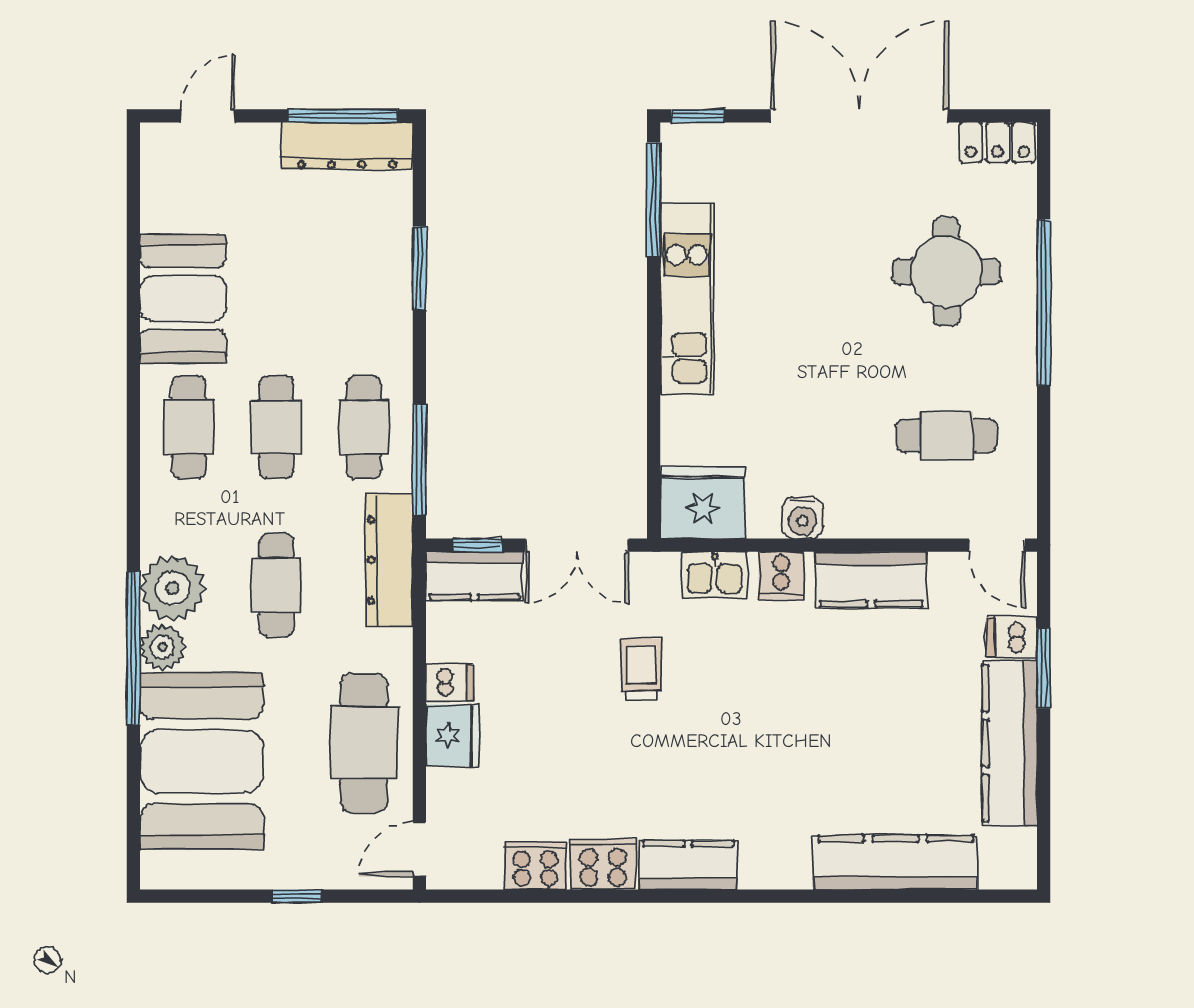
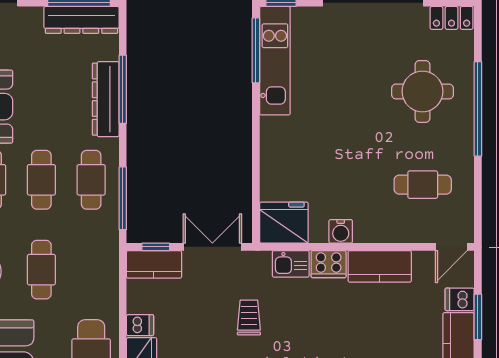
window: (419, 268) -> (123, 89), width x1.44
kitchen unit: (687, 299) -> (275, 61), moved
double door: (577, 545) -> (212, 247), swing flipped
door: (997, 545) -> (451, 247), hinge flipped
dresser: (389, 560) -> (106, 99), moved
cooker: (781, 575) -> (329, 264), width x1.36

